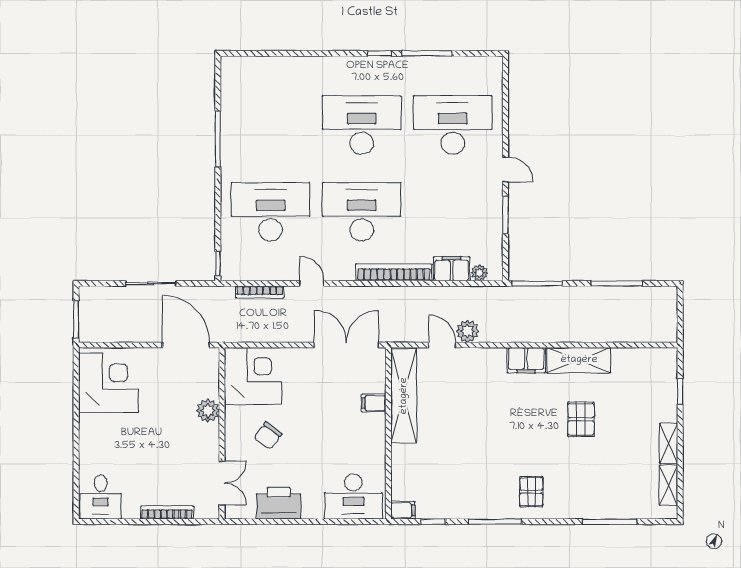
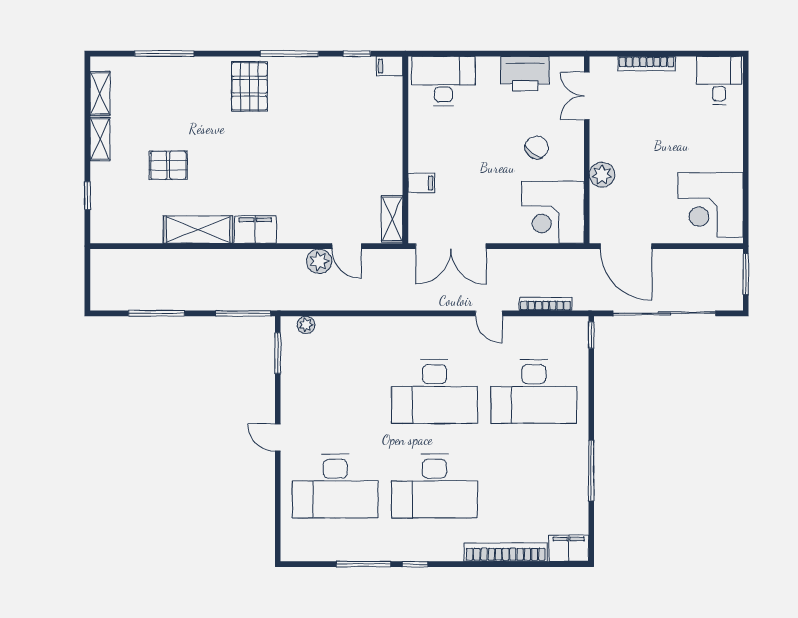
window: (505, 215) -> (278, 353), moved
filing cabinet: (452, 269) -> (569, 548), moved, turned 180
bookcase: (394, 272) -> (506, 552), moved, turned 180
sliding door: (151, 283) -> (664, 313), width x1.86
shelving: (404, 396) -> (392, 219), width x0.45, depth x0.75
pallet: (581, 419) -> (168, 165), moved, turned 90
pallet: (531, 492) -> (249, 86), width x1.50, depth x1.42

